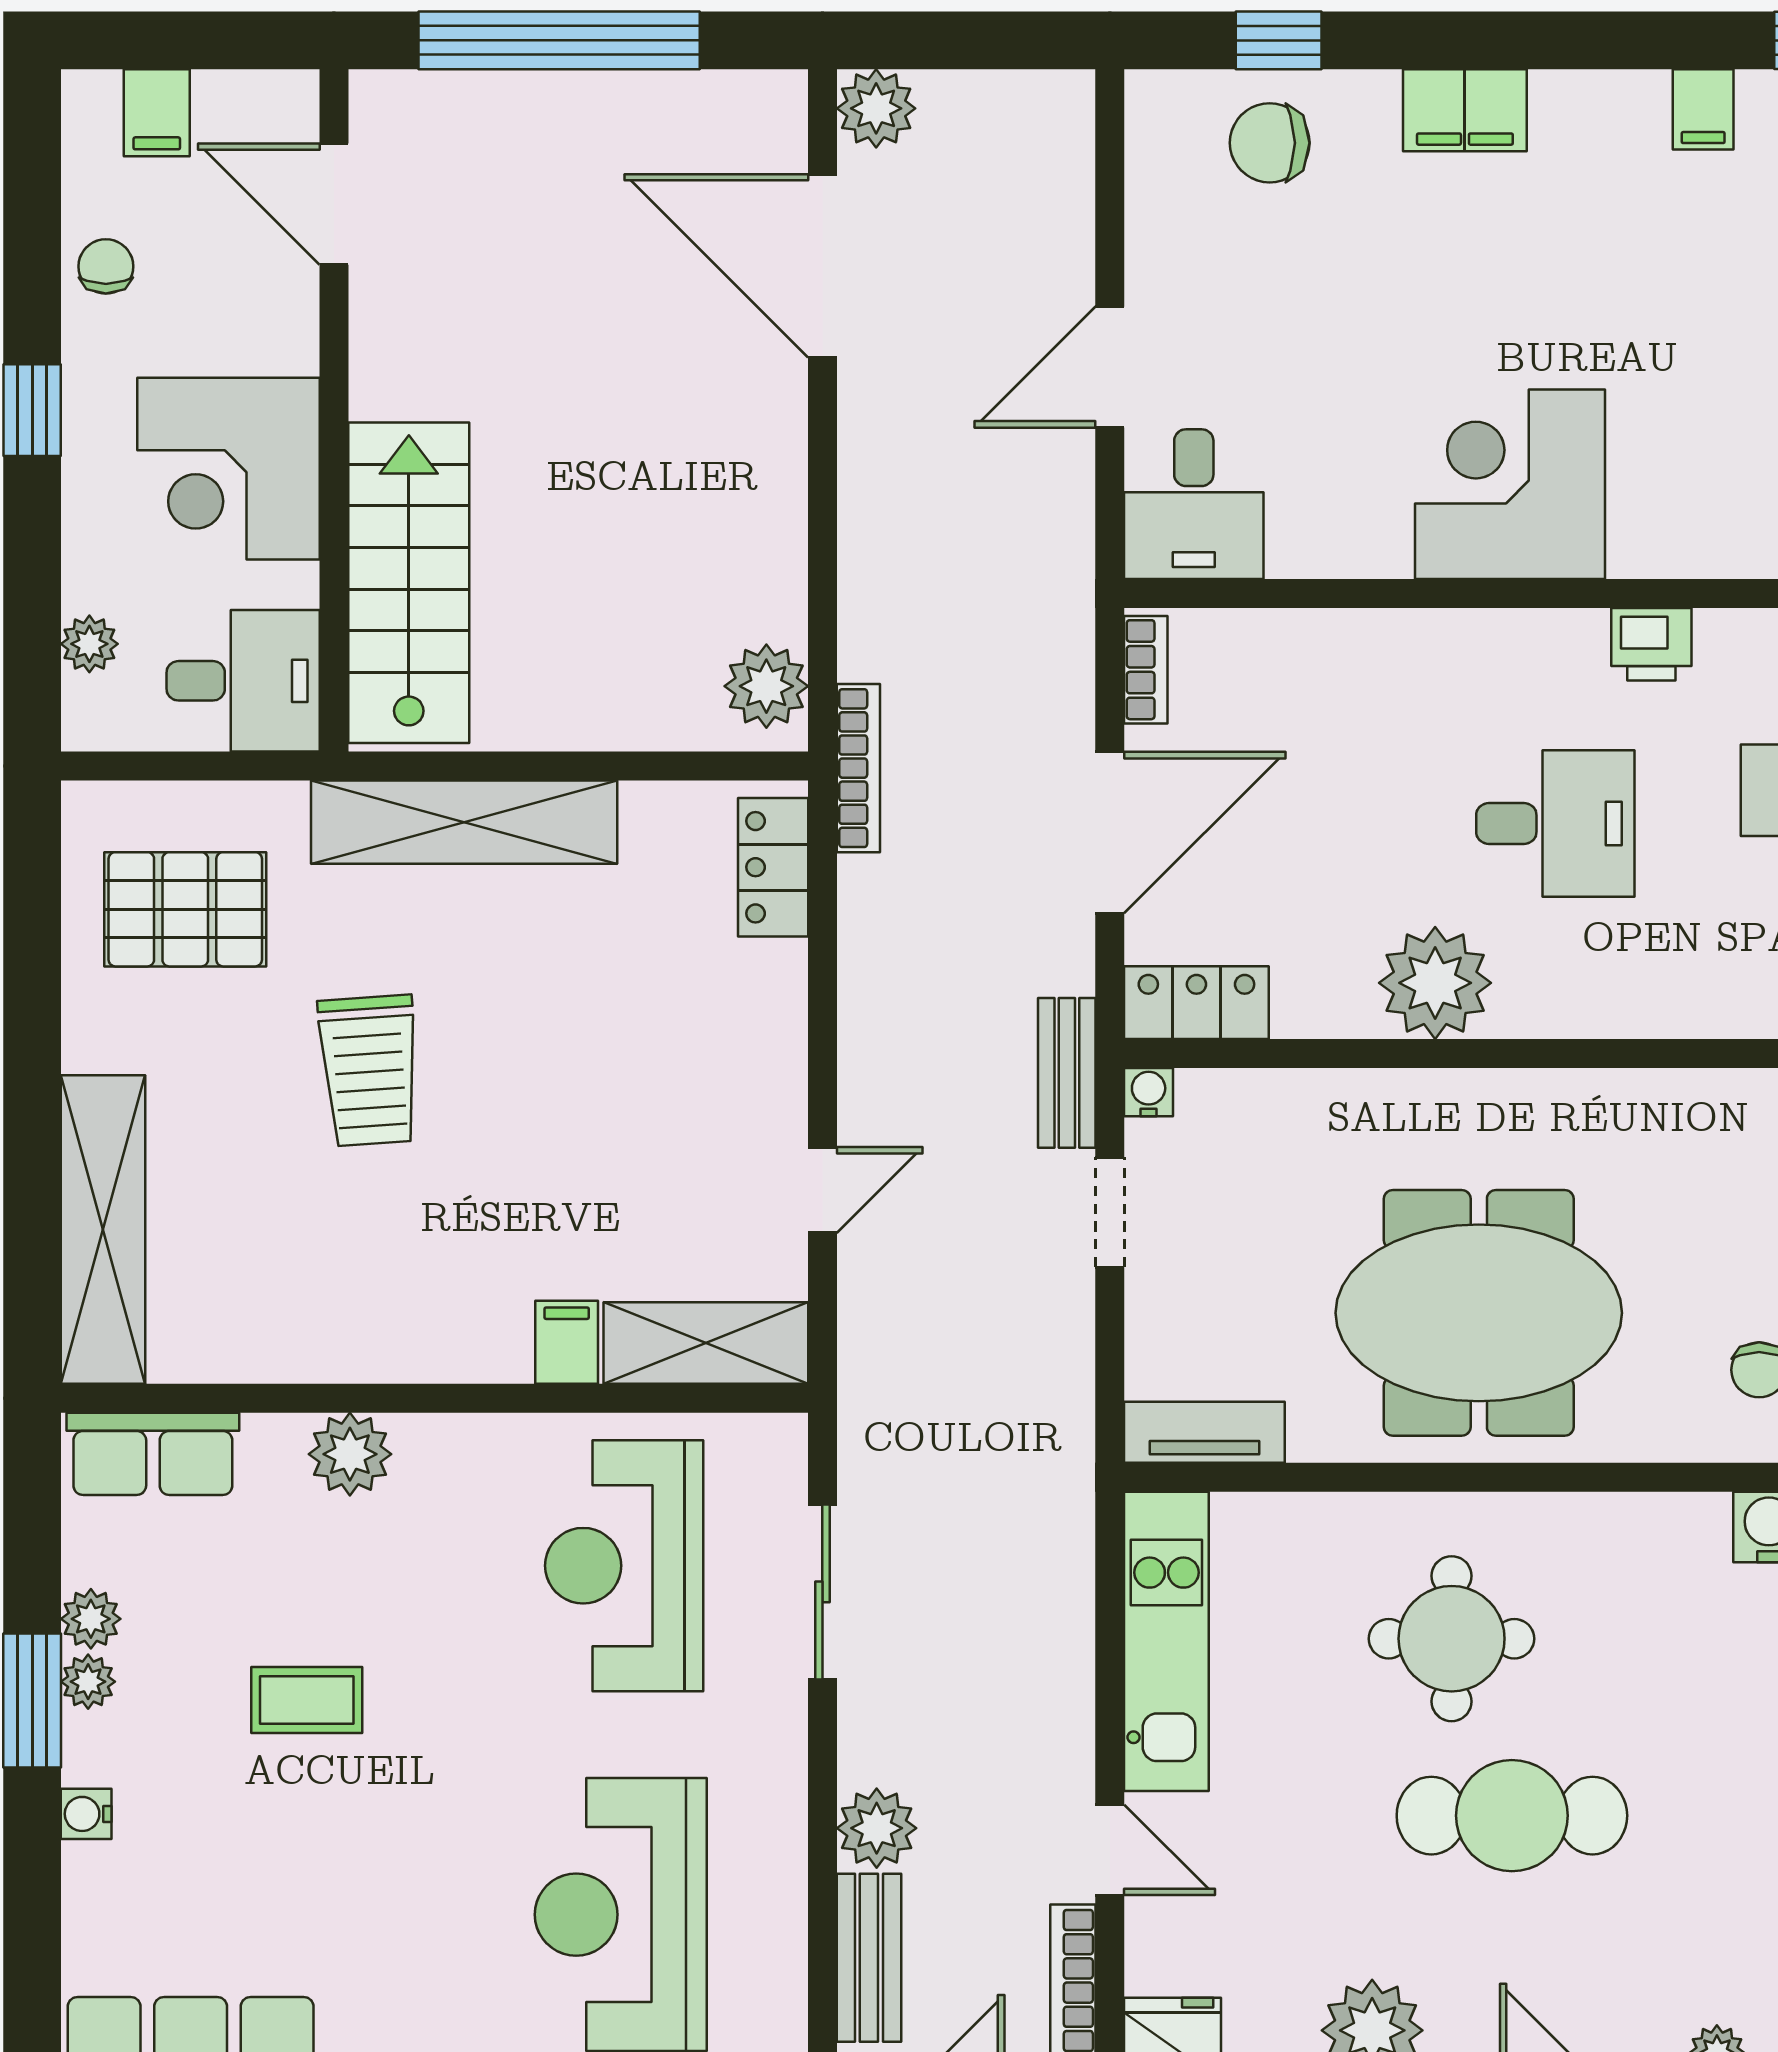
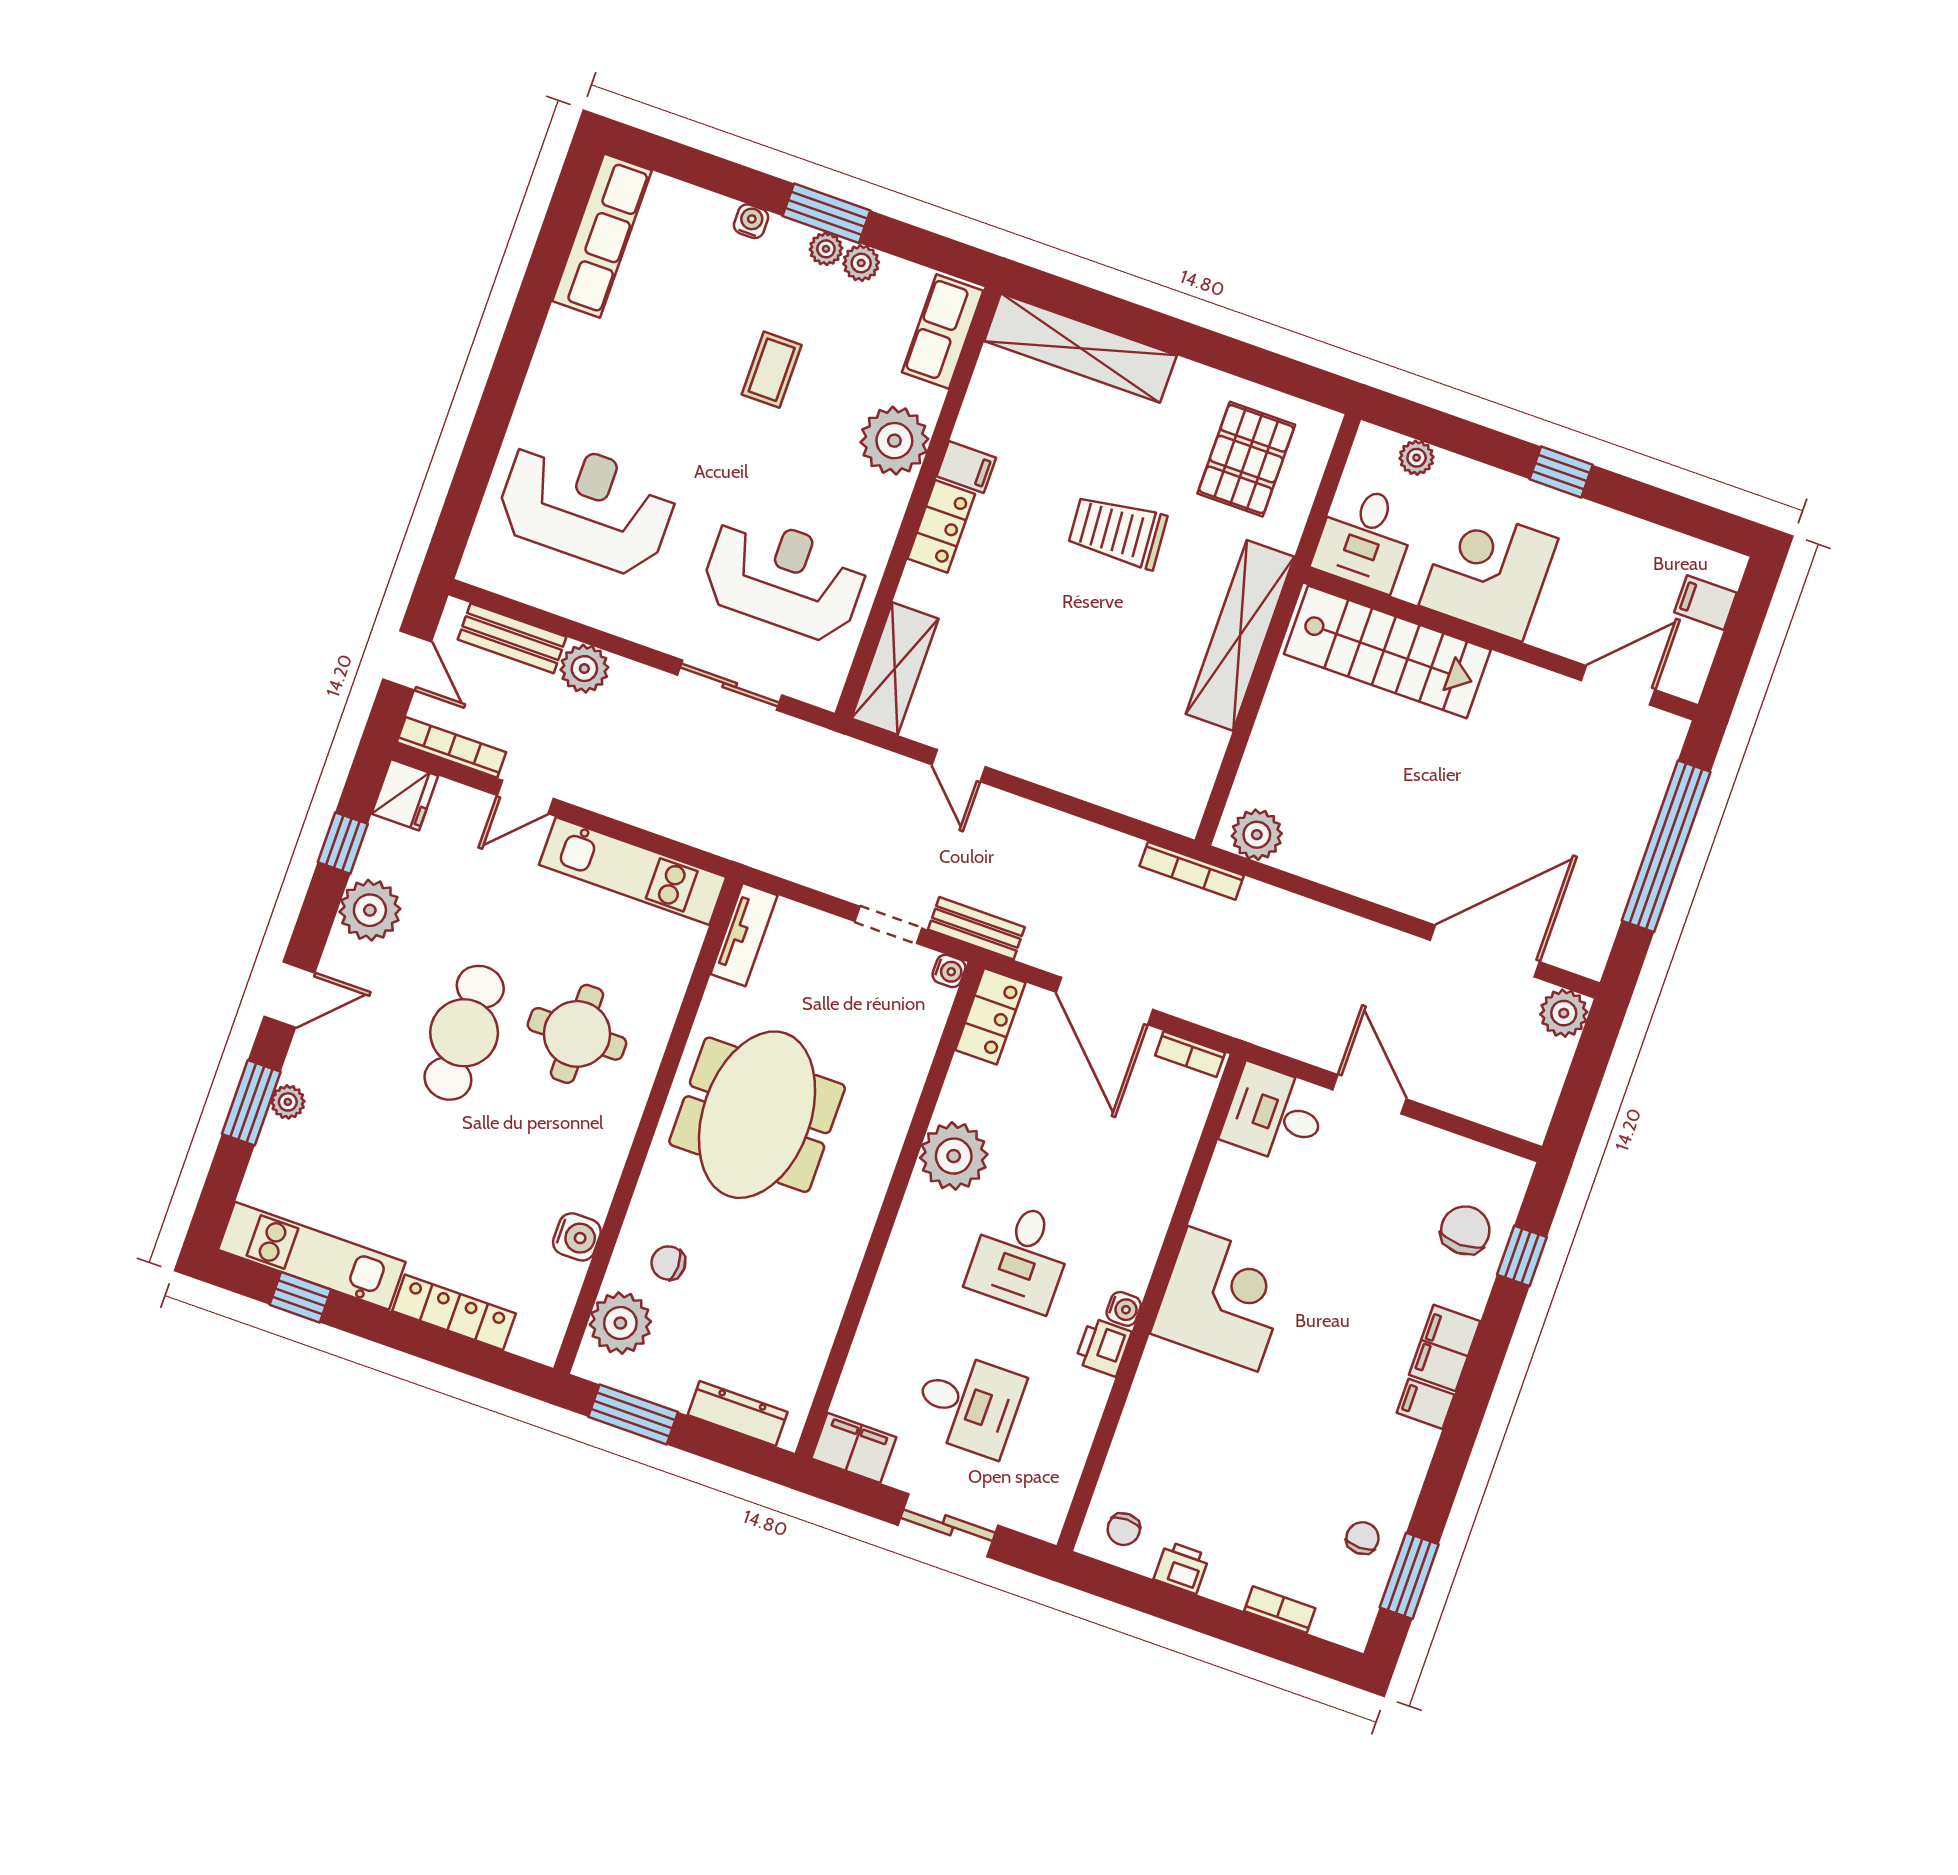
filing cabinet: (1703, 109) -> (1426, 1404), moved
chair: (106, 266) -> (1628, 543), removed
water cooler: (1580, 633) -> (1124, 1309), added
locker: (773, 867) -> (941, 526), moved, turned 90
filing cabinet: (567, 1342) -> (966, 467), moved
plant: (350, 1454) -> (894, 441), width x1.36, depth x1.36

